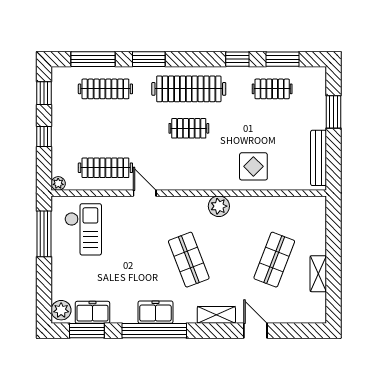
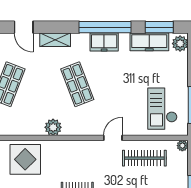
display table: (253, 166) -> (25, 159), width x1.36, depth x1.36
door: (145, 193) -> (113, 138), swing flipped
freezer: (92, 312) -> (149, 42), width x1.40

